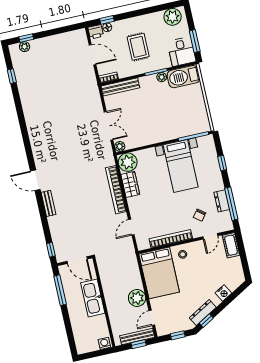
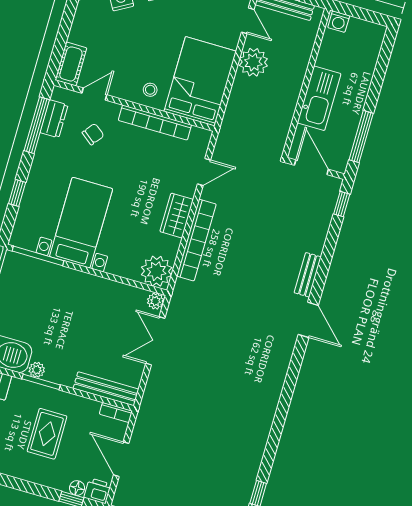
wardrobe: (130, 184) -> (177, 216), moved
dresser: (222, 201) -> (54, 119), moved
door: (152, 318) -> (248, 21), hinge flipped

